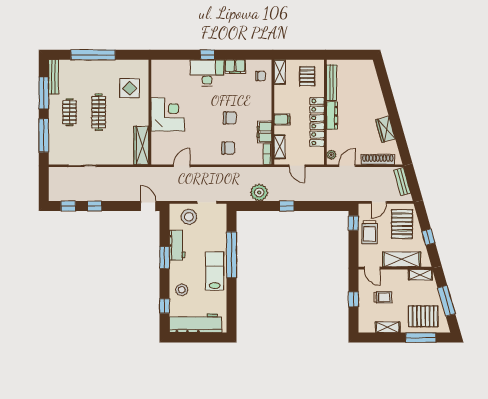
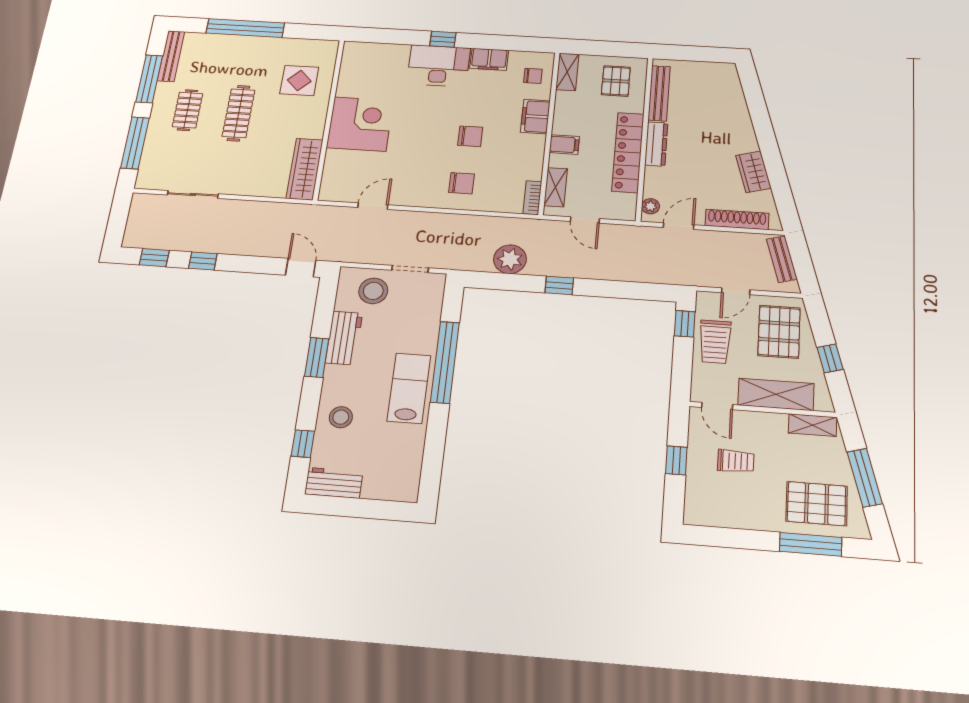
filing cabinet: (264, 132) -> (535, 117), moved
workbench: (195, 323) -> (334, 483), width x0.53, depth x0.76
shelving: (388, 327) -> (743, 519), removed

